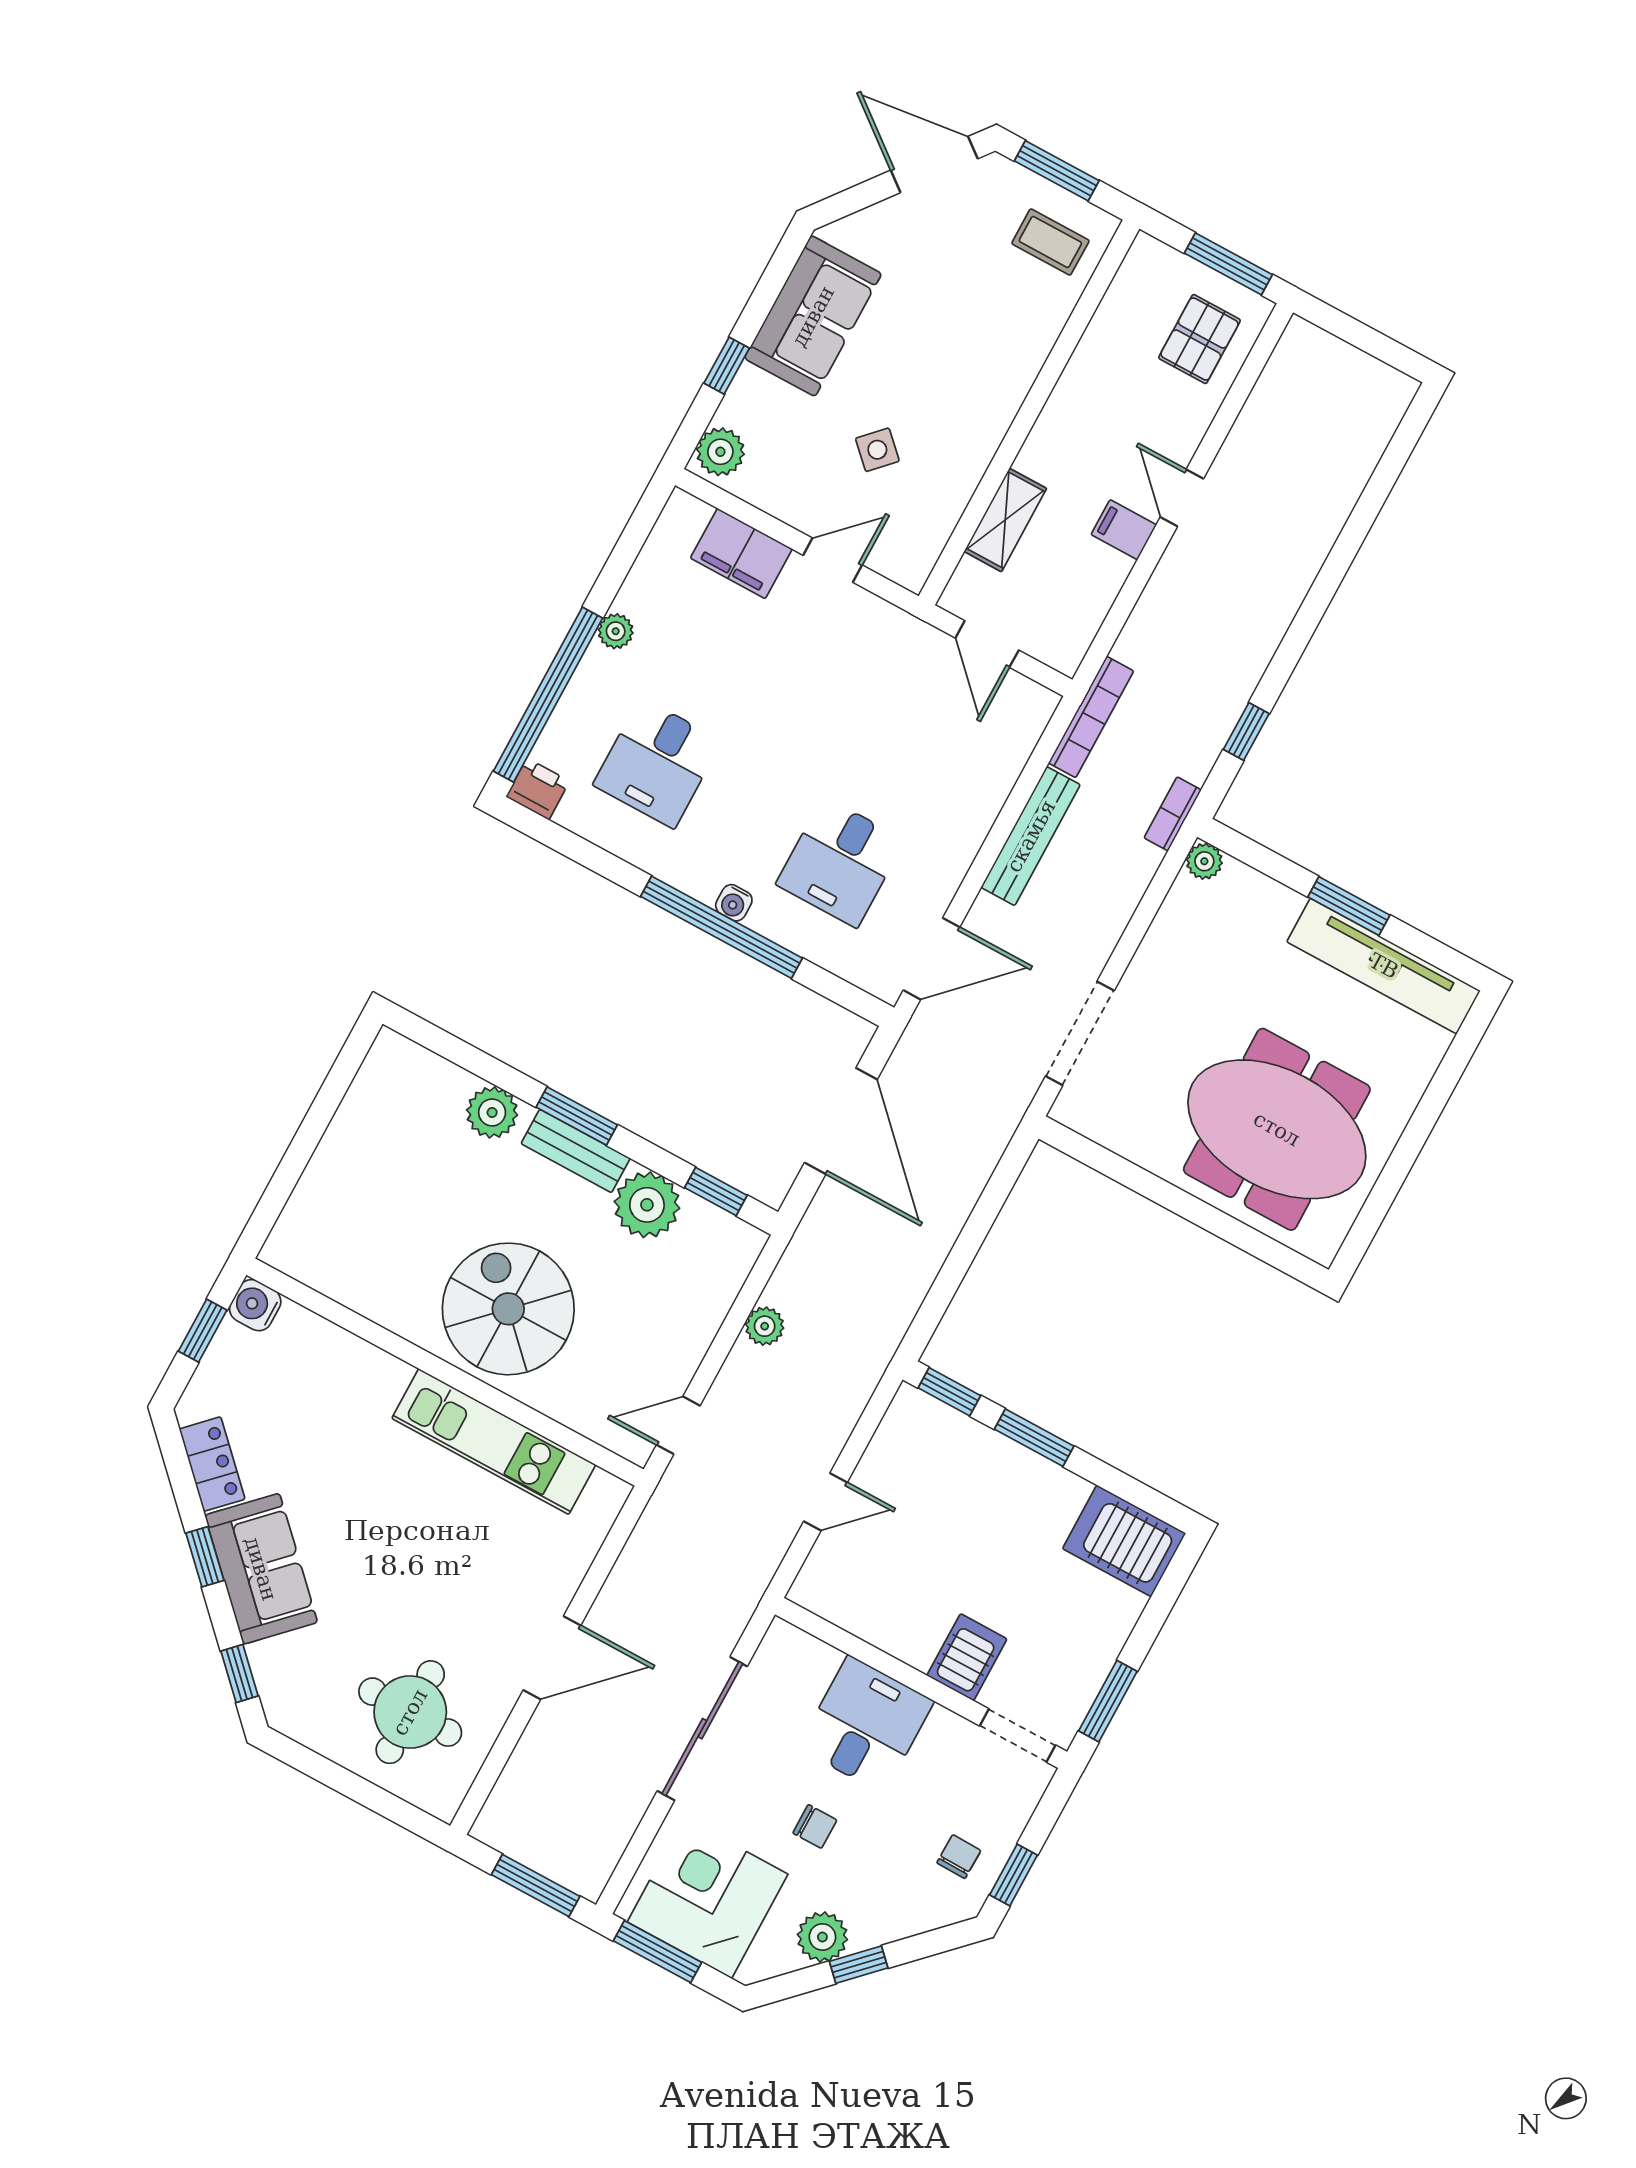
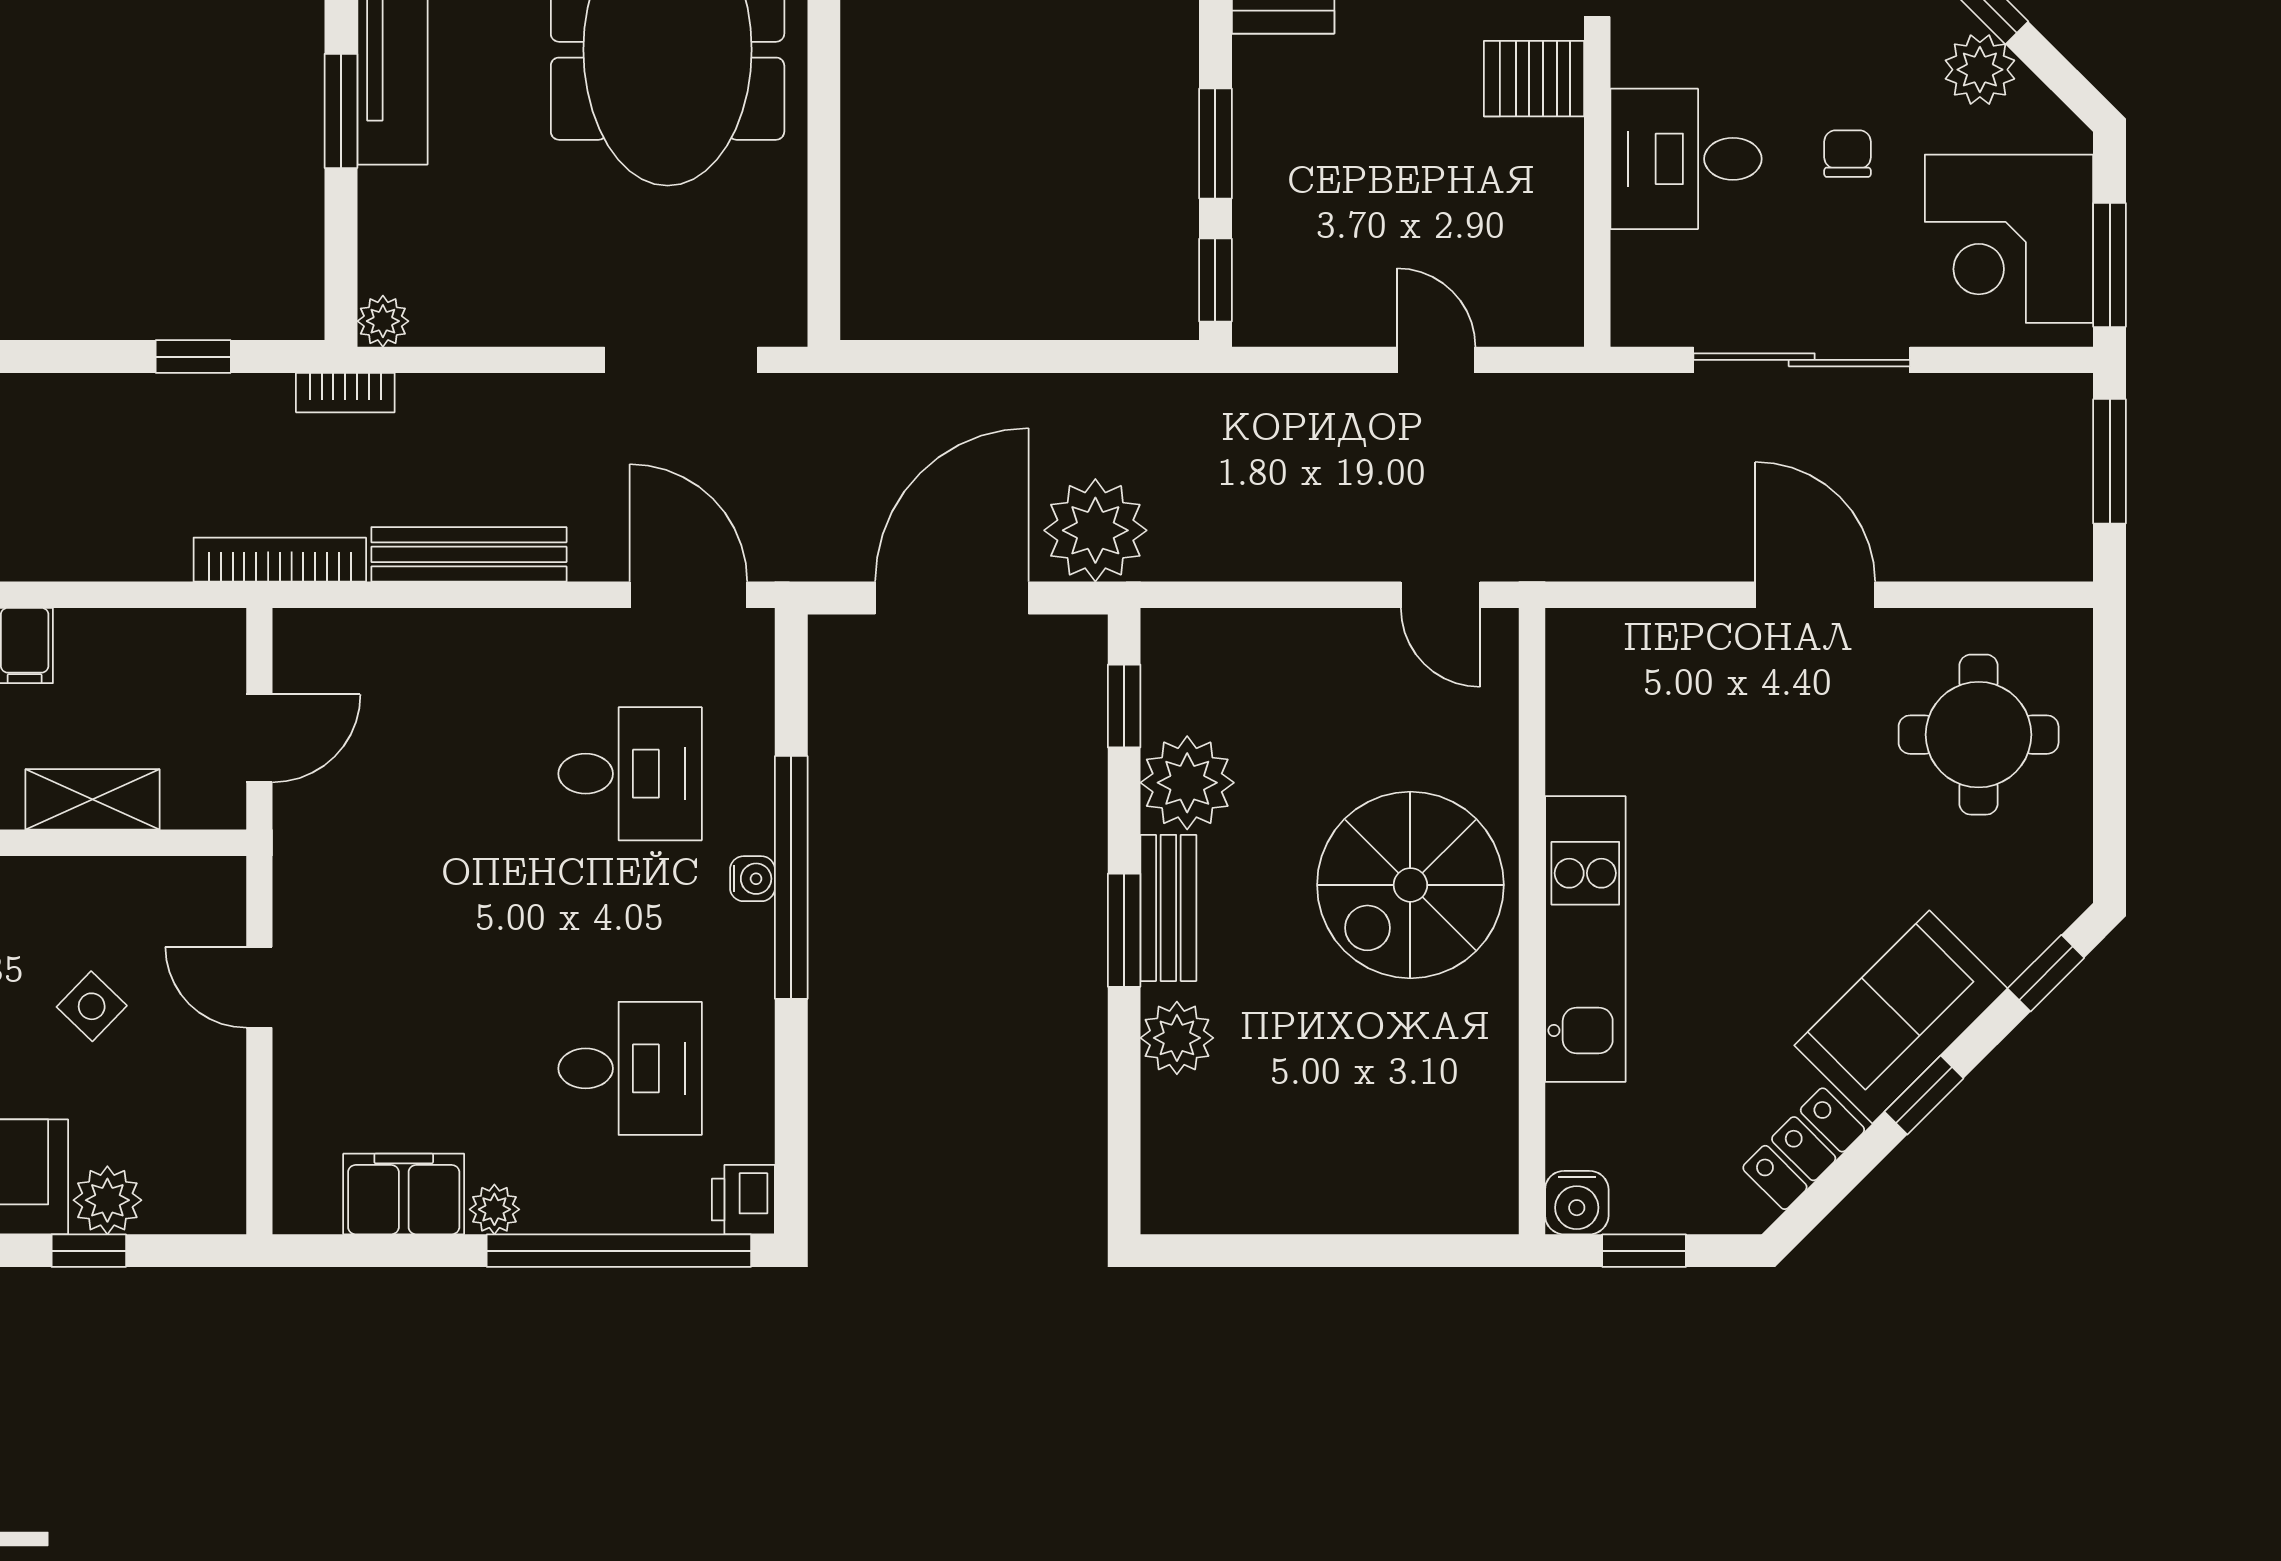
plant: (720, 452) -> (107, 1200), moved
filing cabinet: (741, 553) -> (404, 1194), moved, turned -90
plant: (765, 1326) -> (1095, 530), moved, width x1.88, depth x1.88
kitchen unit: (494, 1442) -> (1585, 939), moved

